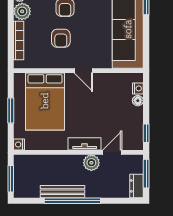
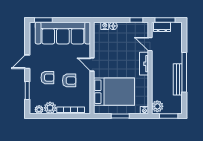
door: (83, 71) -> (92, 64), swing flipped
plant: (91, 163) -> (157, 106), moved
dresser: (136, 186) -> (162, 27), moved

